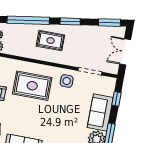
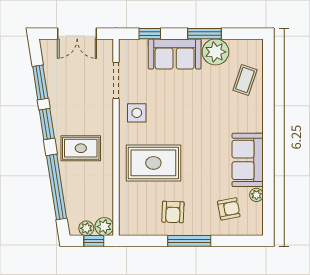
window: (109, 23) -> (40, 82), moved
rug: (50, 41) -> (81, 148), turned 90
rug: (32, 86) -> (153, 163), turned 90

